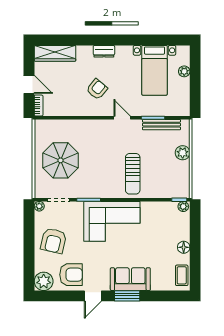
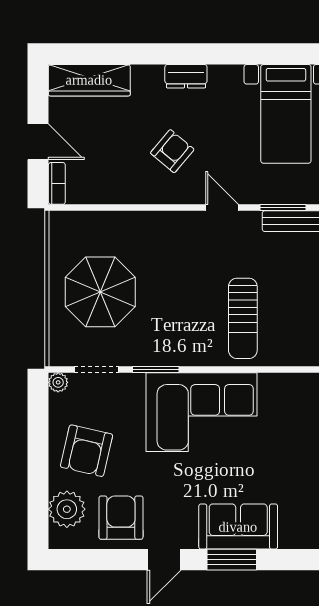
armchair: (71, 275) -> (121, 518), turned -90
plant: (44, 281) -> (67, 509), moved

